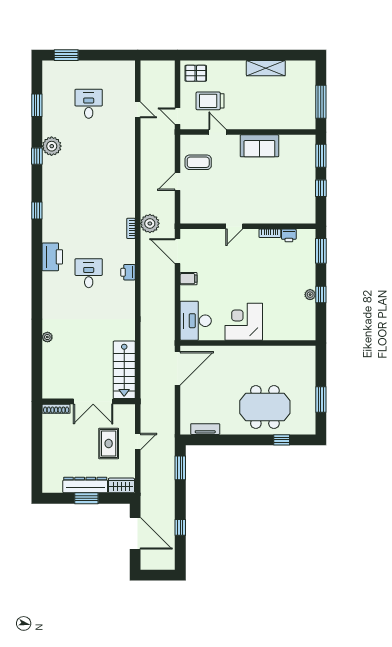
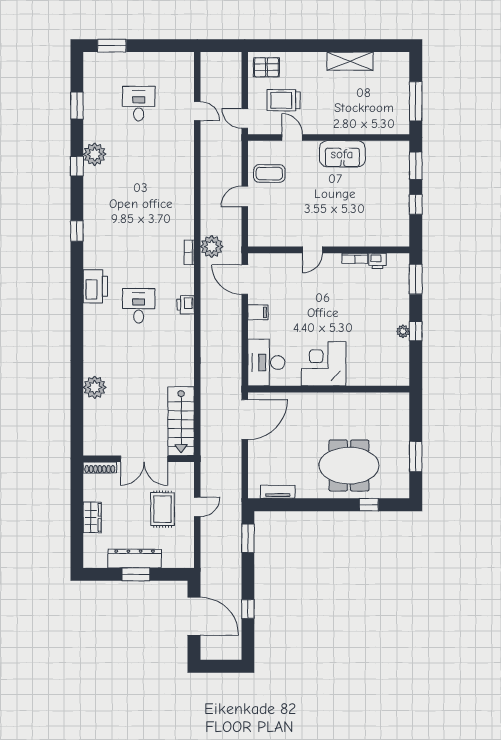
plant: (47, 337) -> (95, 387), width x1.88, depth x1.88
wardrobe: (121, 485) -> (92, 517), moved, turned 90

